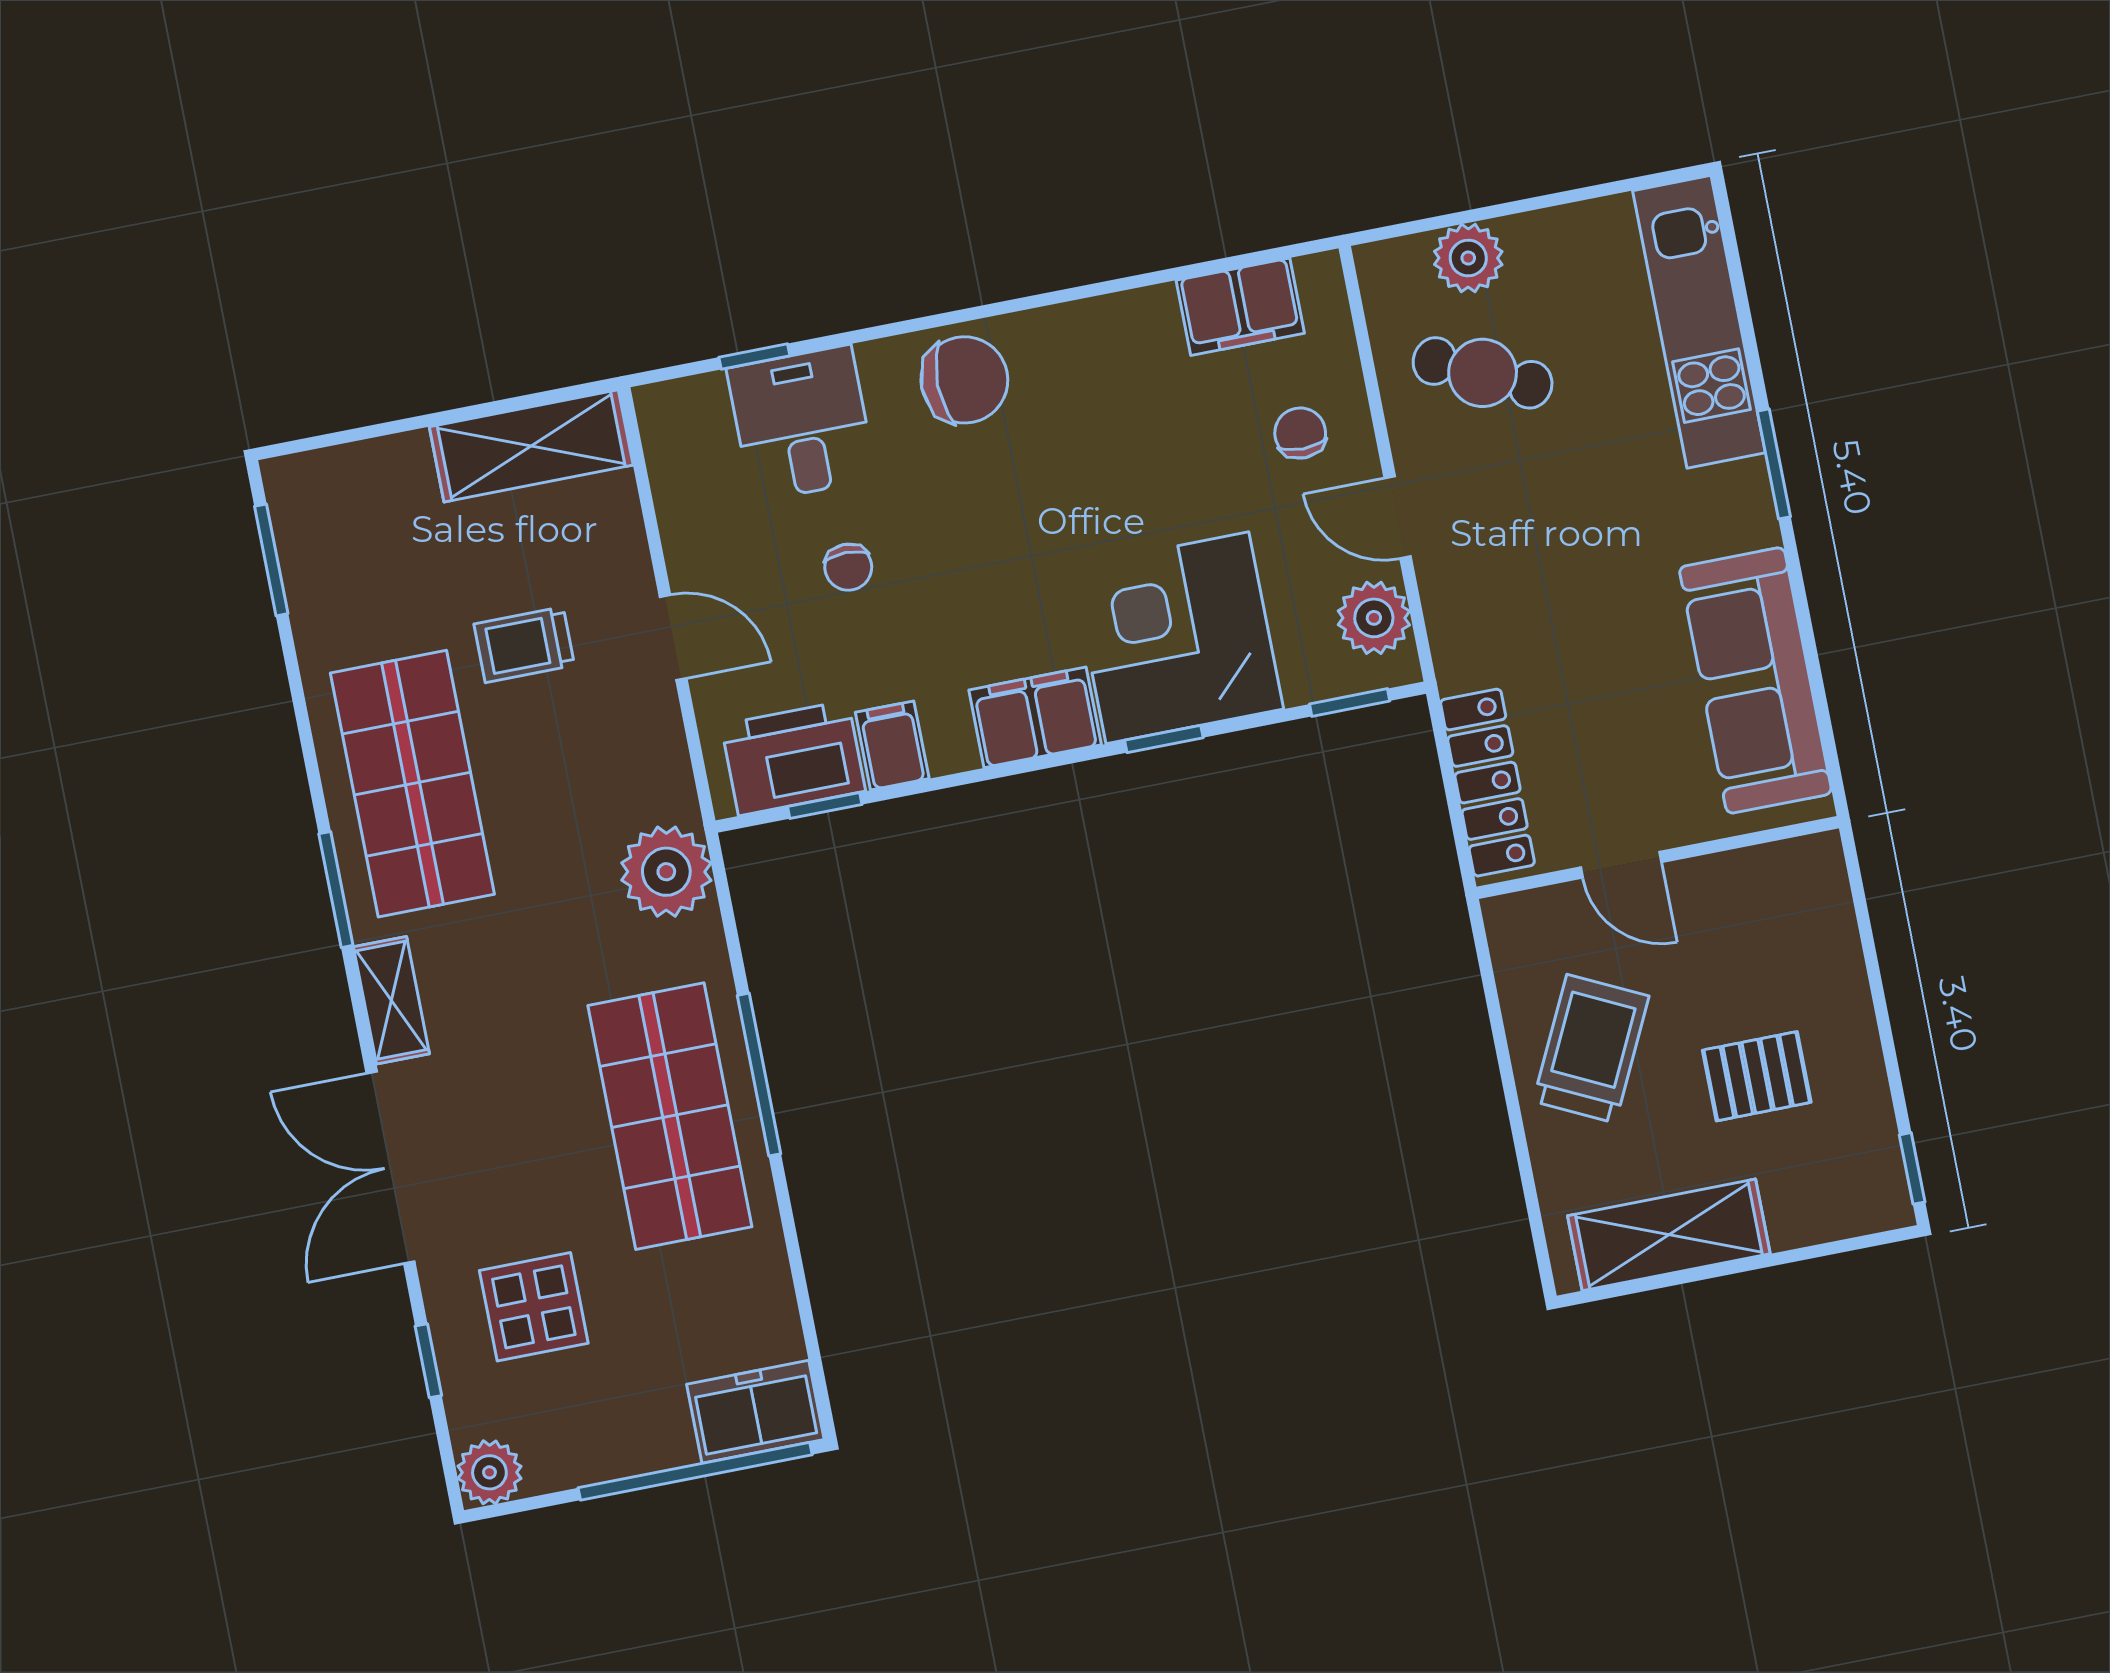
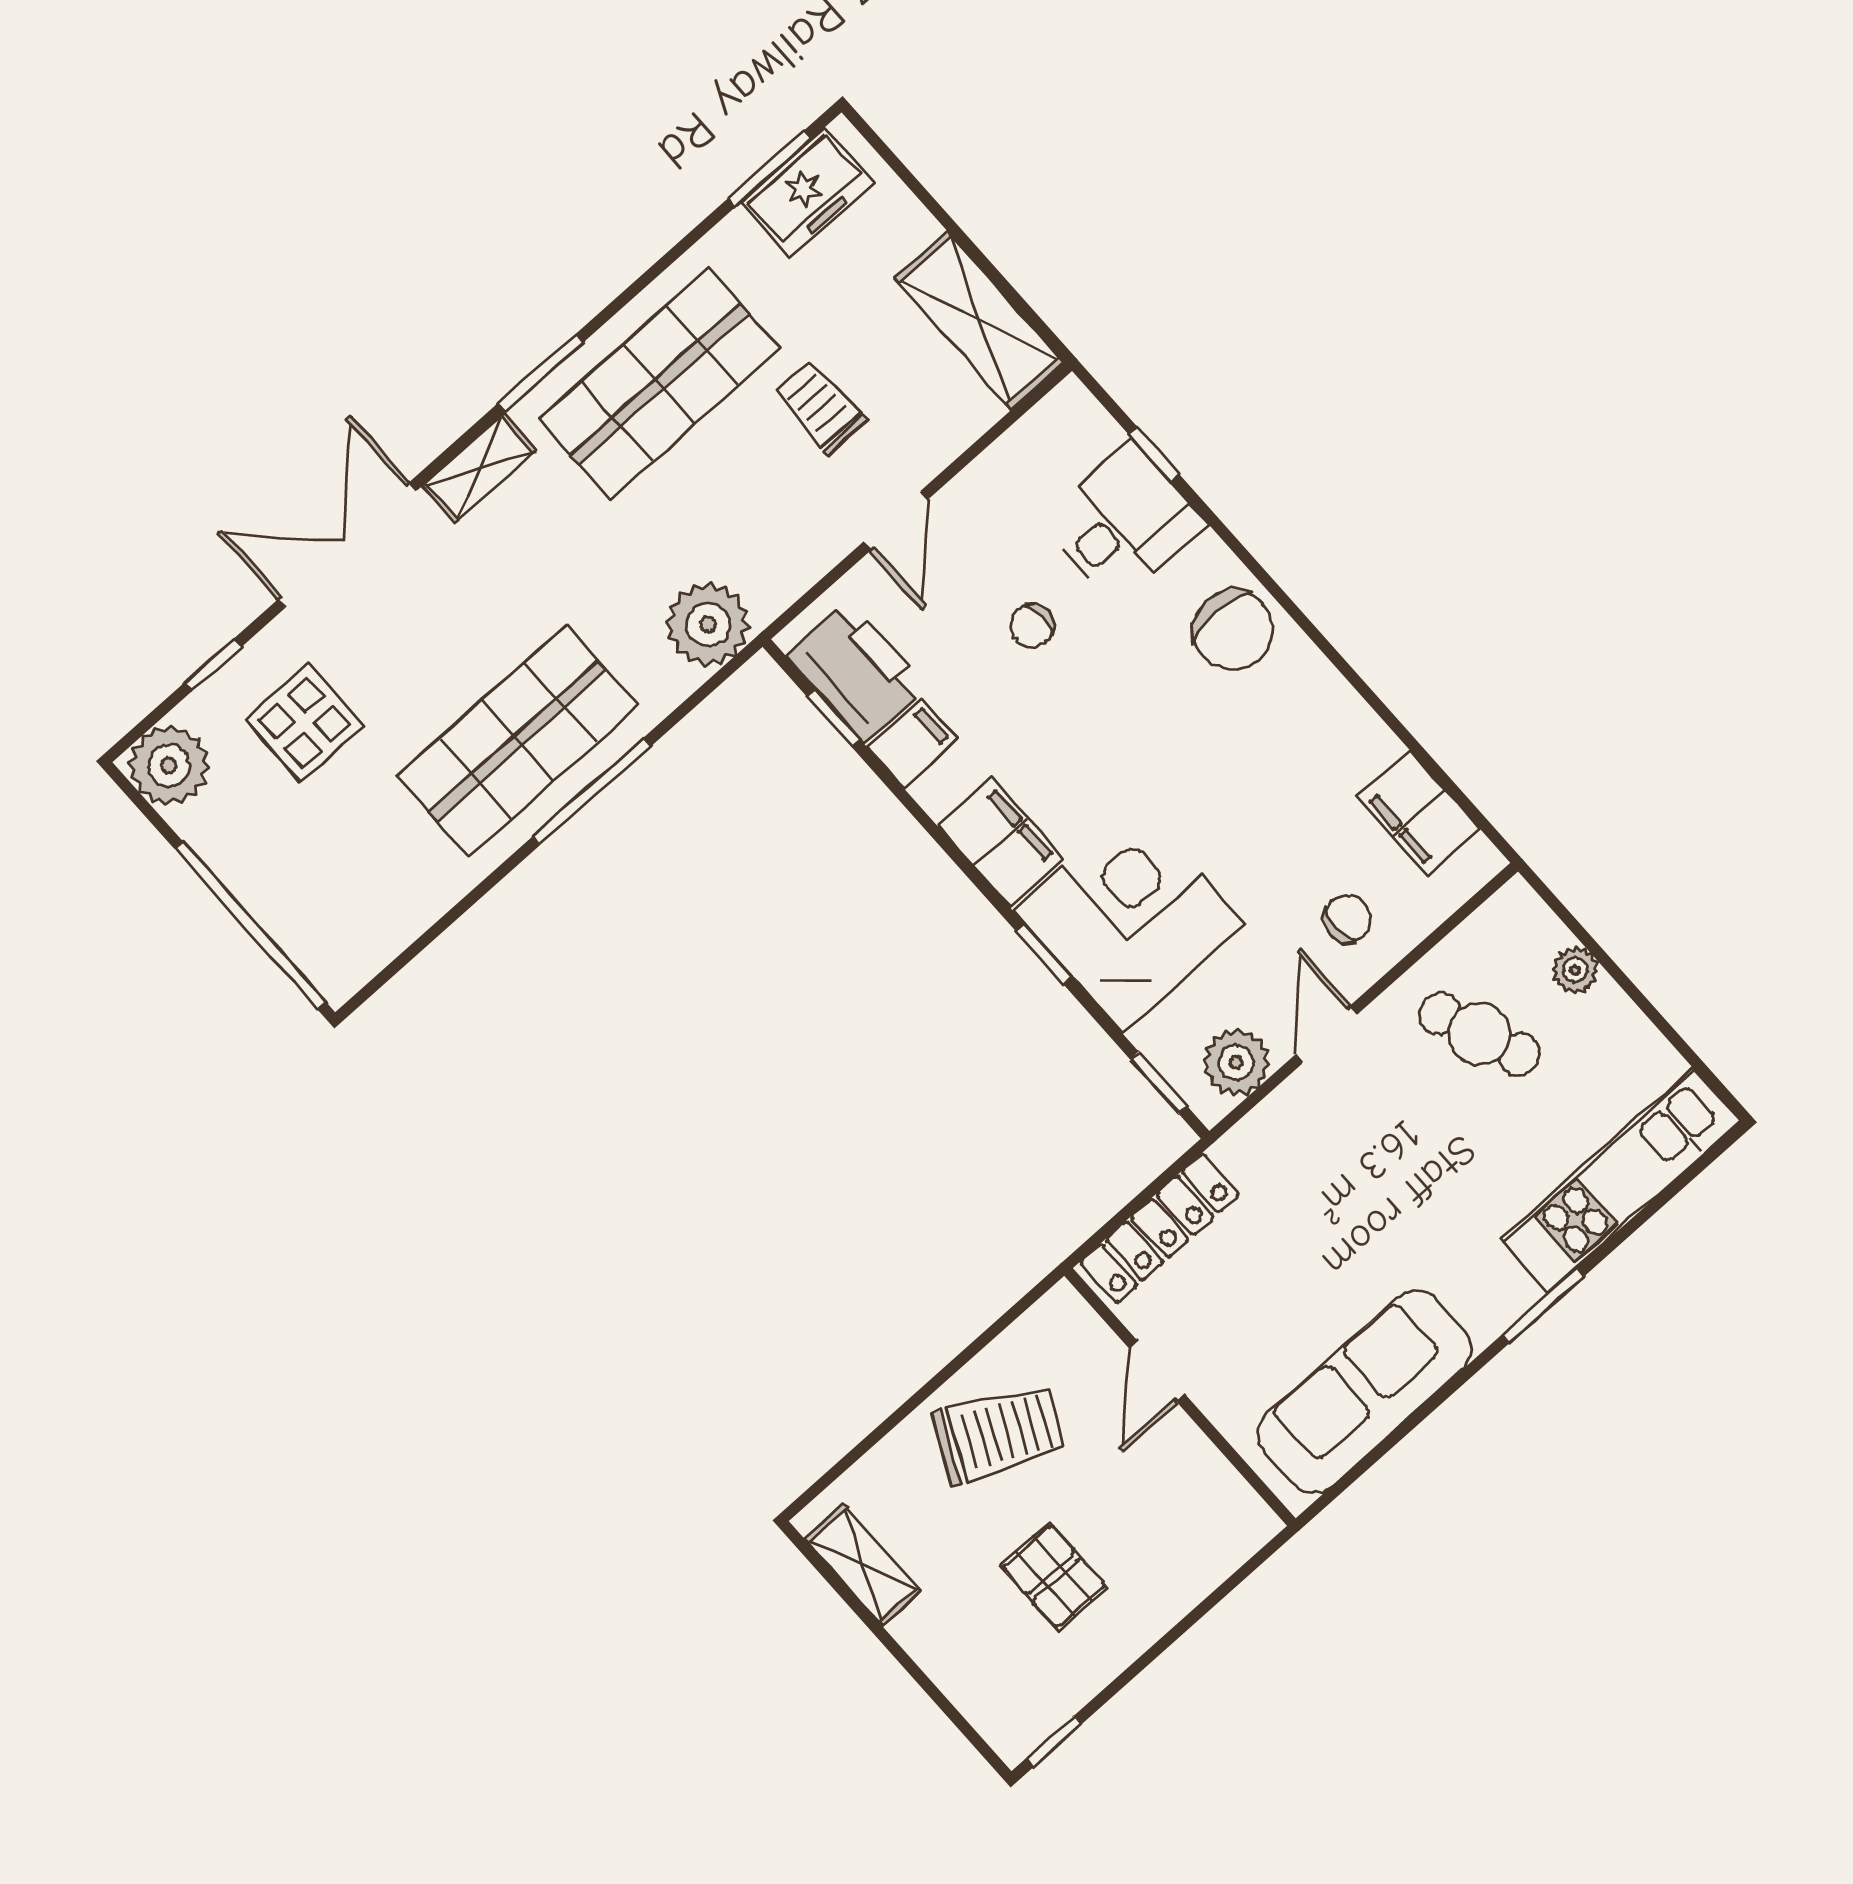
plant: (1468, 258) -> (1575, 970), width x0.73, depth x0.73
cafe table: (1483, 373) -> (1479, 1034), turned -46
shelving: (1669, 1235) -> (863, 1565), width x0.67, depth x0.75
freezer: (755, 1412) -> (807, 192), moved, turned 90
plant: (489, 1472) -> (169, 765), width x1.36, depth x1.36

